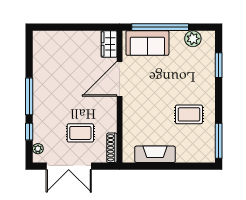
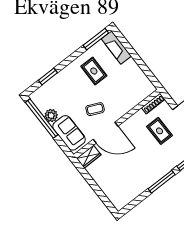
window: (160, 27) -> (42, 119), moved
plant: (193, 39) -> (51, 116), moved
coffee table: (151, 87) -> (95, 109), added
fireplace: (155, 154) -> (116, 47), moved

